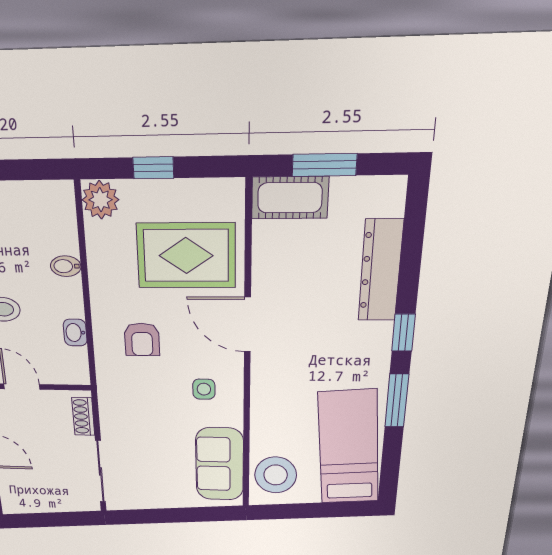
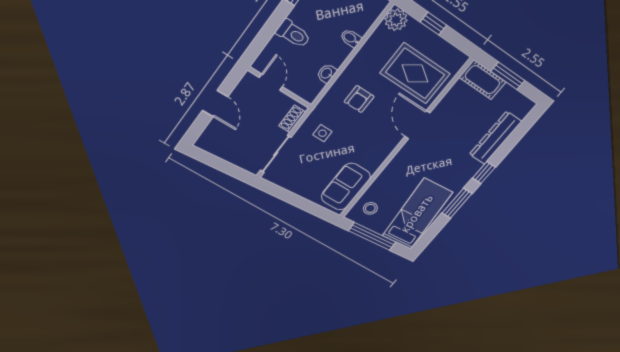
side table: (204, 389) -> (322, 133), moved
stool: (276, 475) -> (370, 208), width x0.53, depth x0.53
window: (309, 511) -> (372, 236), added

